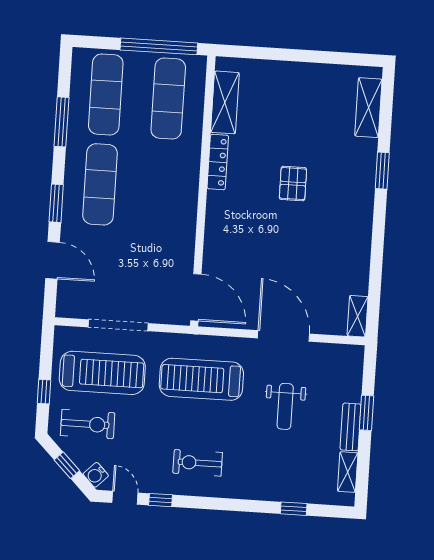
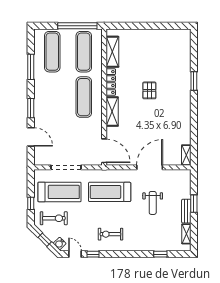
shelving: (368, 108) -> (112, 112), moved
exercise mat: (100, 184) -> (84, 97), moved
door: (284, 336) -> (150, 167), hinge flipped

